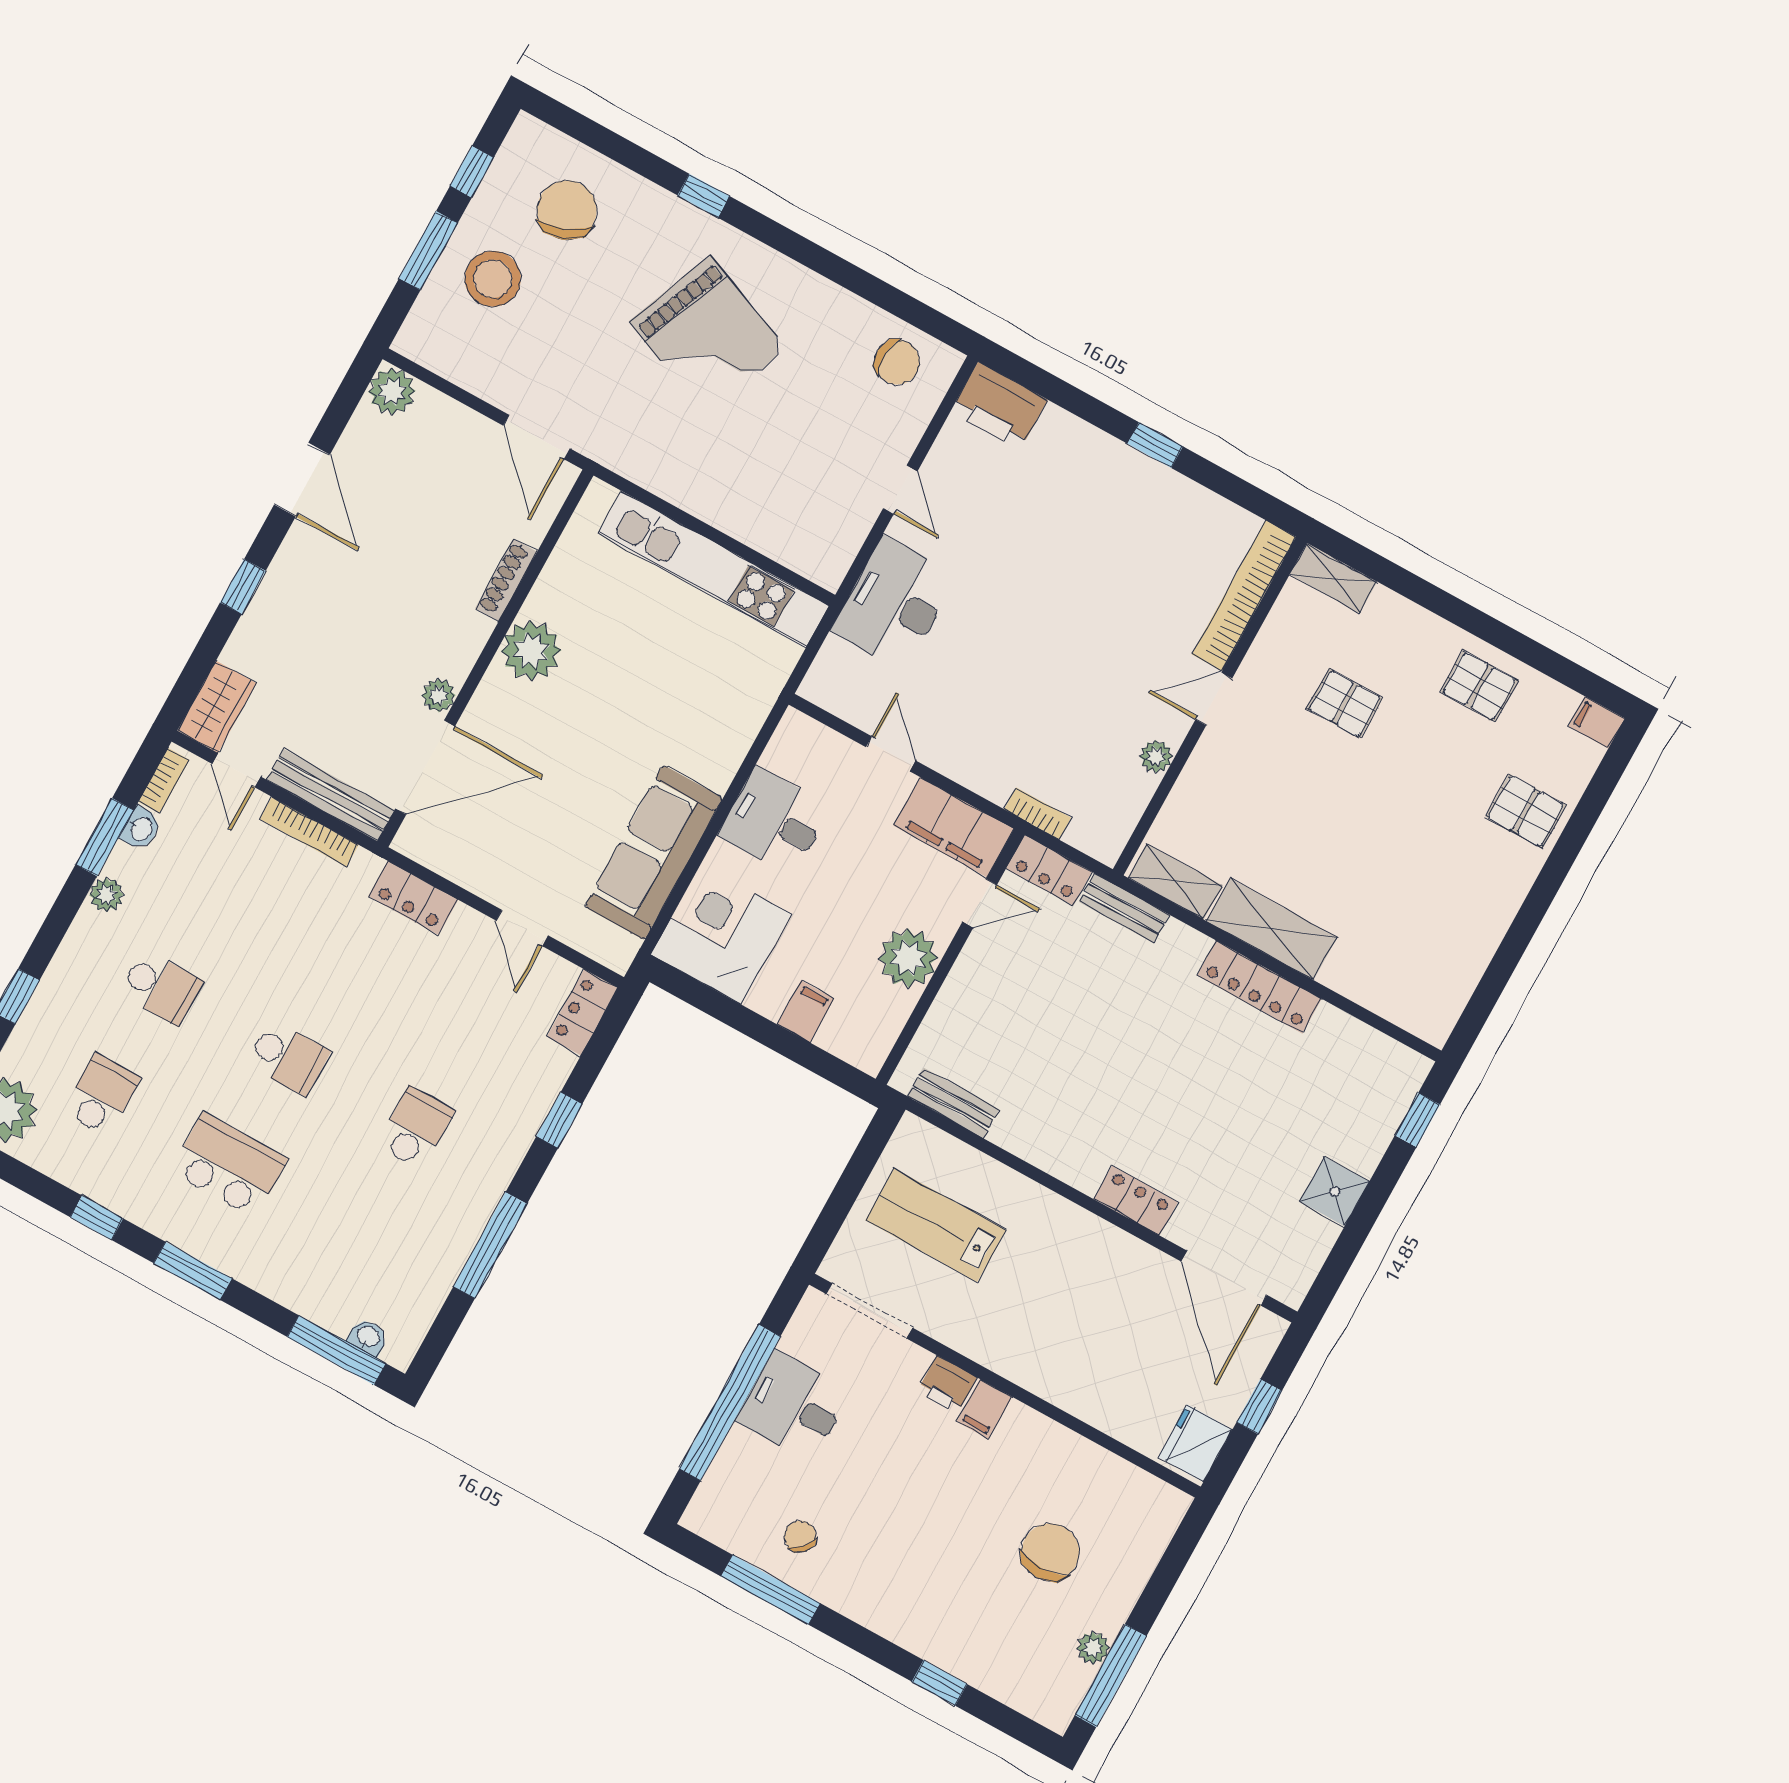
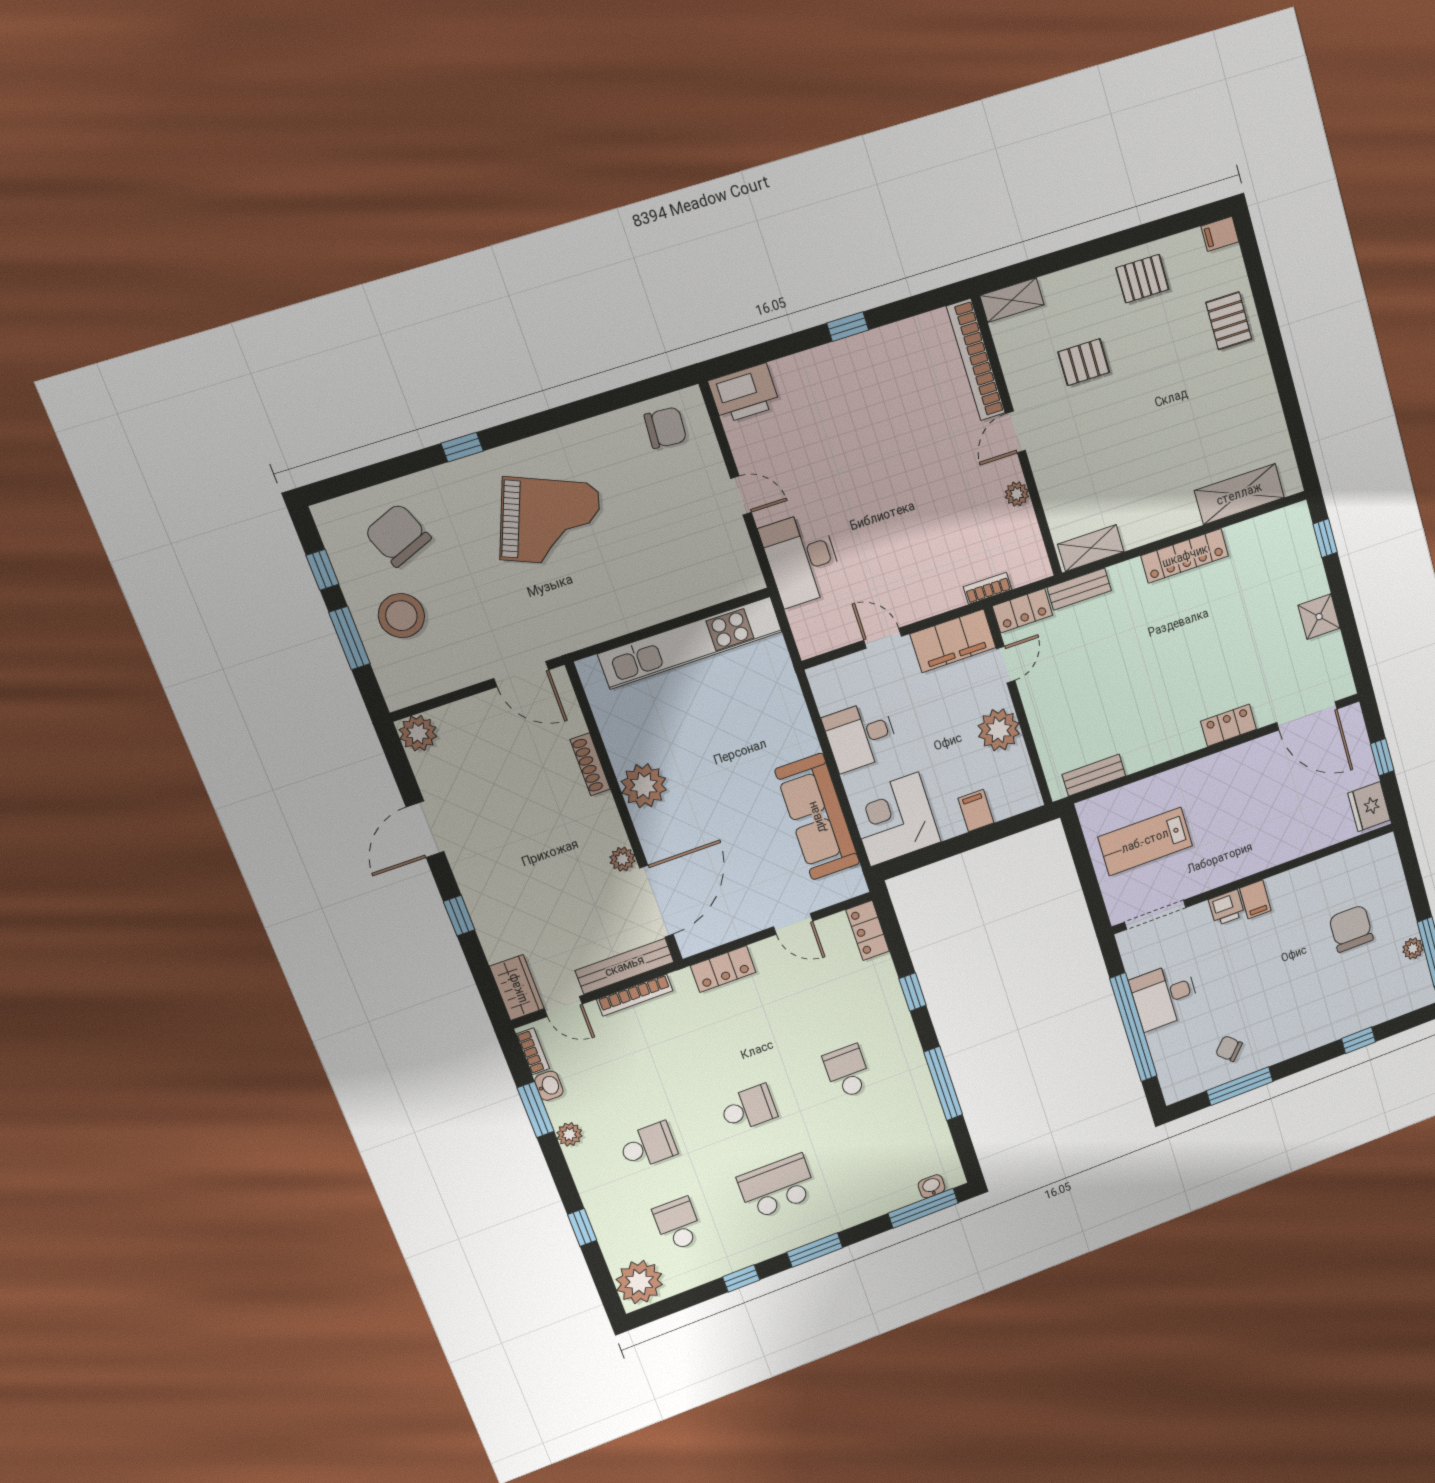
door: (302, 480) -> (425, 829), swing flipped
pallet: (1526, 811) -> (1229, 321), turned 90
shelving: (1272, 929) -> (1239, 494), moved

